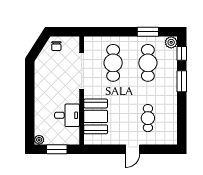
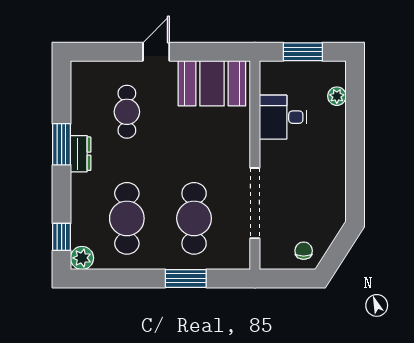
window: (148, 32) -> (186, 278), moved
window: (182, 81) -> (62, 144), moved
dresser: (172, 96) -> (81, 154), added
booth: (96, 116) -> (212, 83), moved, turned 90
plant: (39, 140) -> (337, 96), moved

